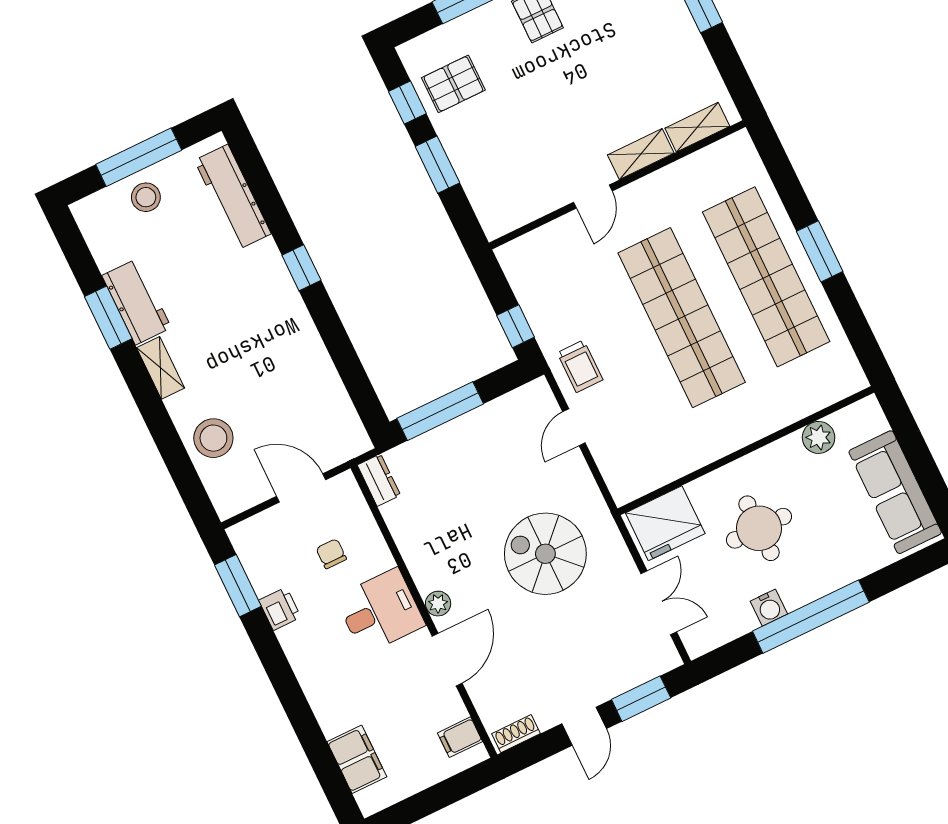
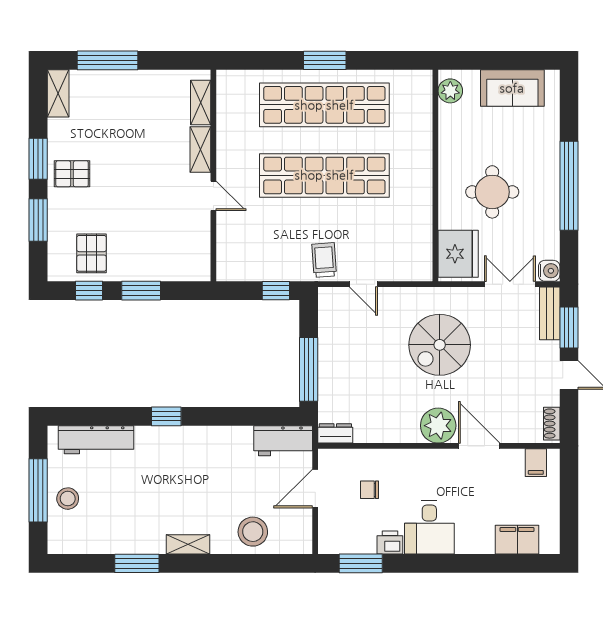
workbench: (137, 302) -> (283, 441), moved, turned 180
trolley: (580, 366) -> (324, 260), turned -94
plant: (819, 437) -> (450, 91), moved
sofa: (895, 492) -> (512, 88), width x0.73
plant: (438, 604) -> (438, 426), width x1.88, depth x1.88
water cooler: (769, 608) -> (549, 271), moved
desk: (380, 611) -> (429, 527), moved, turned 180
bench: (647, 667) -> (550, 313), added

